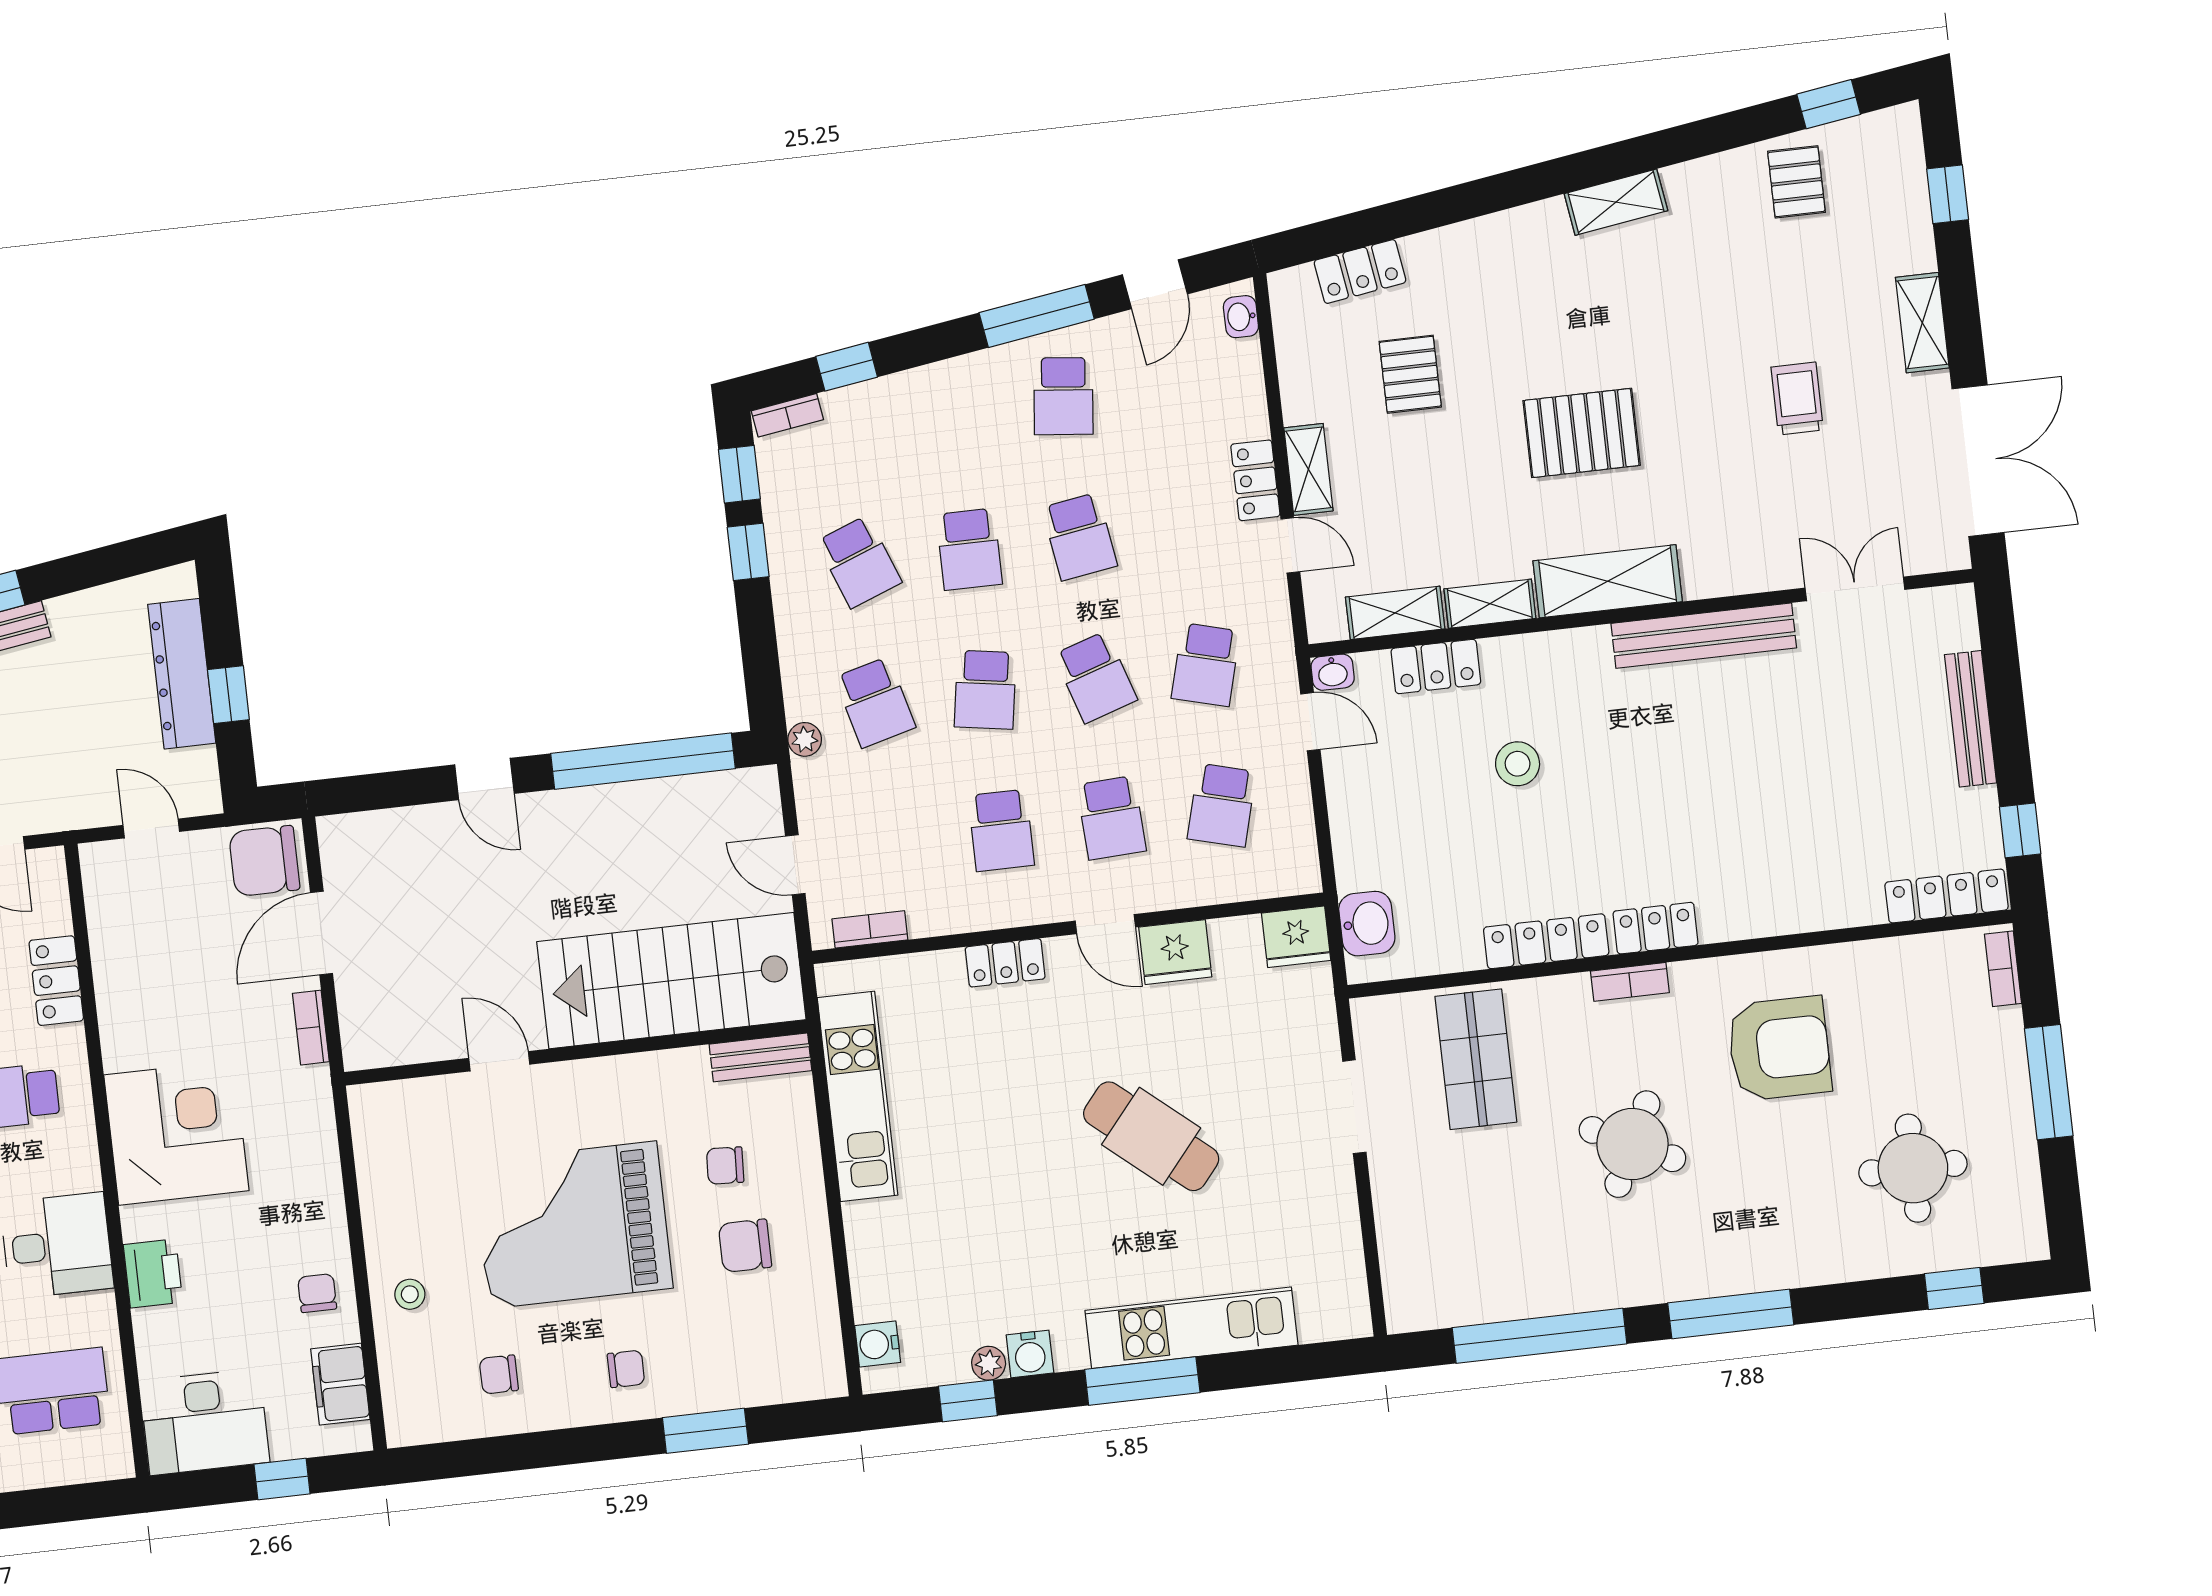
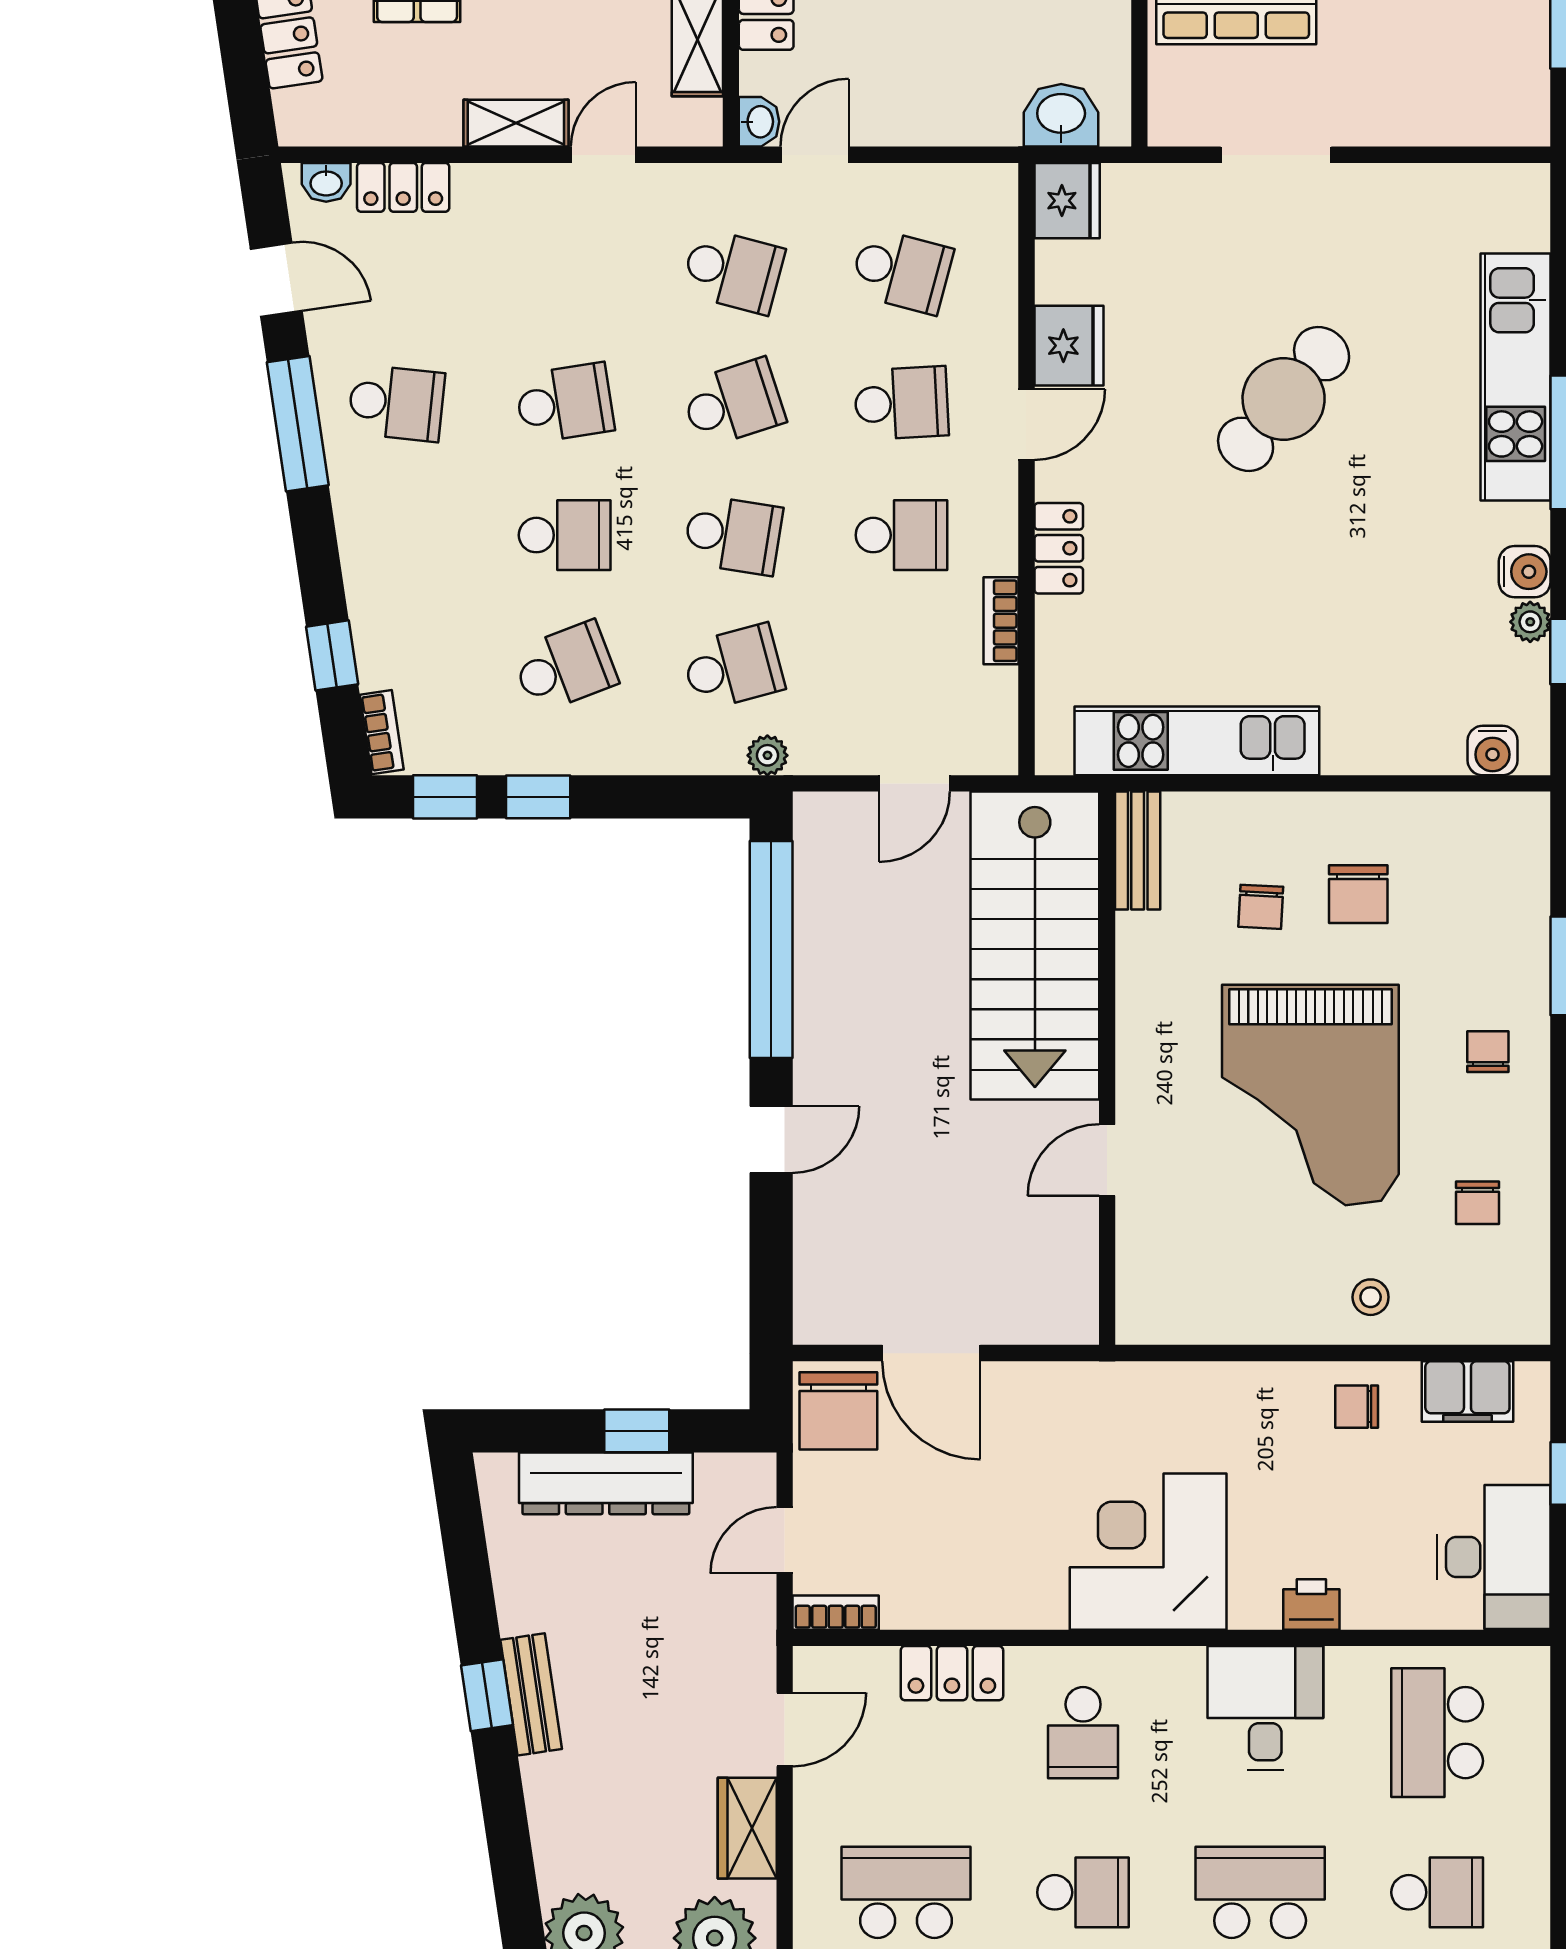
locker: (1255, 480) -> (403, 187), moved
bookcase: (870, 929) -> (1001, 621), moved
bookcase: (311, 1028) -> (836, 1613), moved, turned 180
printer: (153, 1273) -> (1311, 1604), width x0.73, depth x0.81

